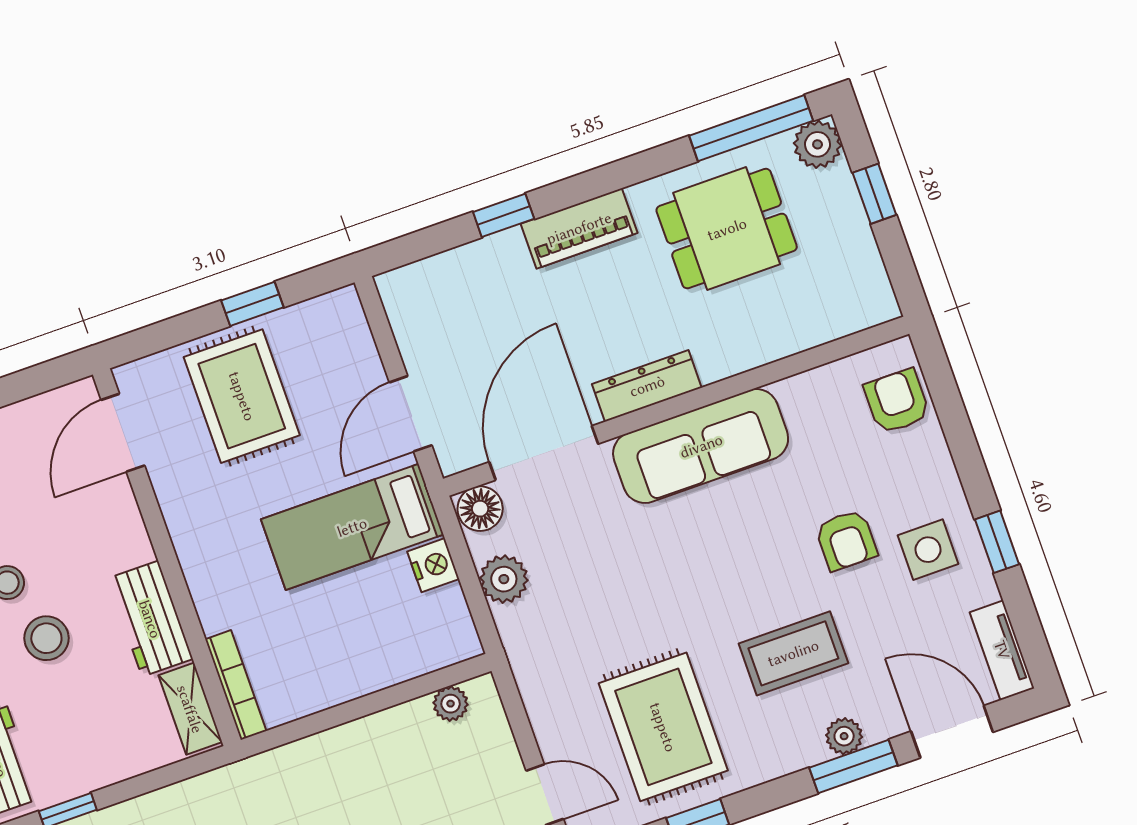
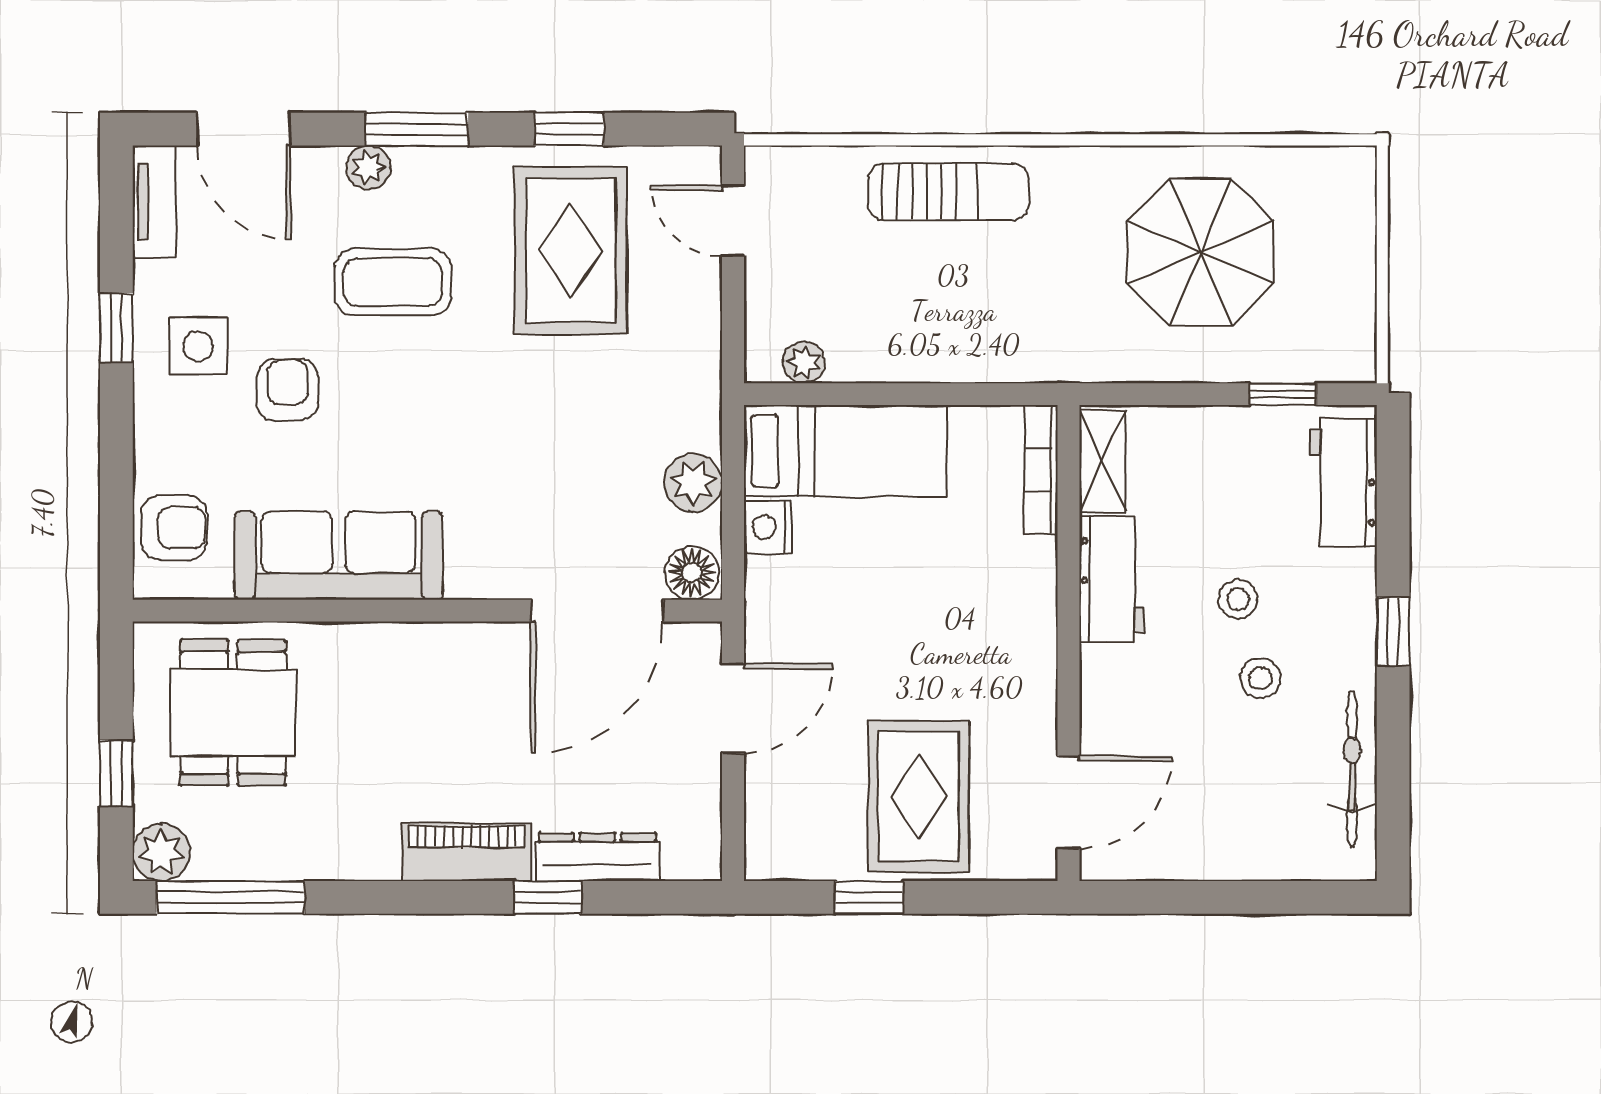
dining table: (727, 229) -> (233, 713), moved, turned 90
dresser: (647, 386) -> (597, 857), moved, turned 180
armchair: (897, 401) -> (174, 528), turned -90
sofa: (701, 446) -> (339, 556), moved
bed: (352, 527) -> (845, 451), moved
stool: (46, 638) -> (1238, 599), width x0.73, depth x0.73
window: (853, 766) -> (417, 129), moved

